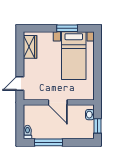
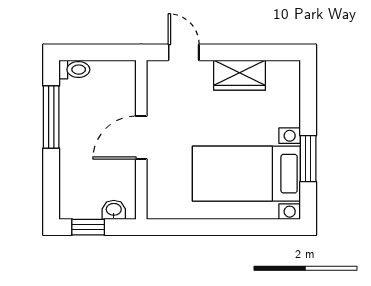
wardrobe: (30, 47) -> (240, 75), moved

